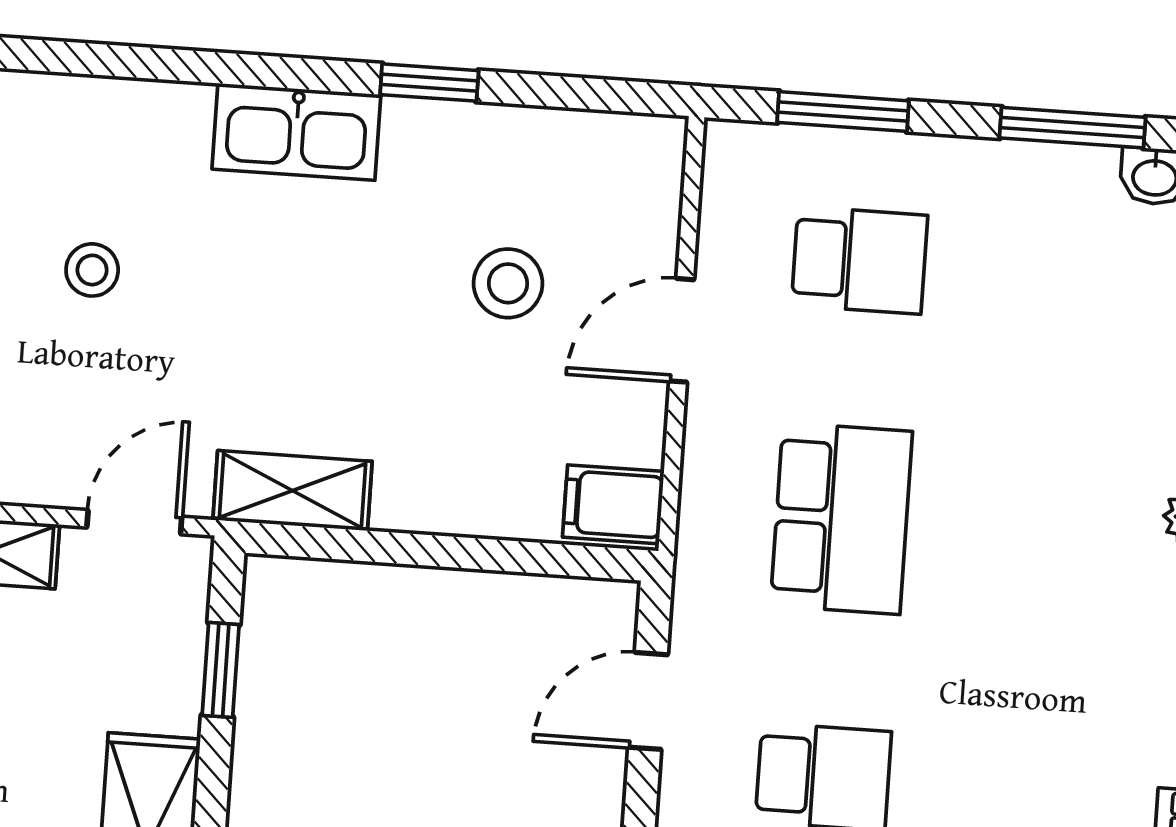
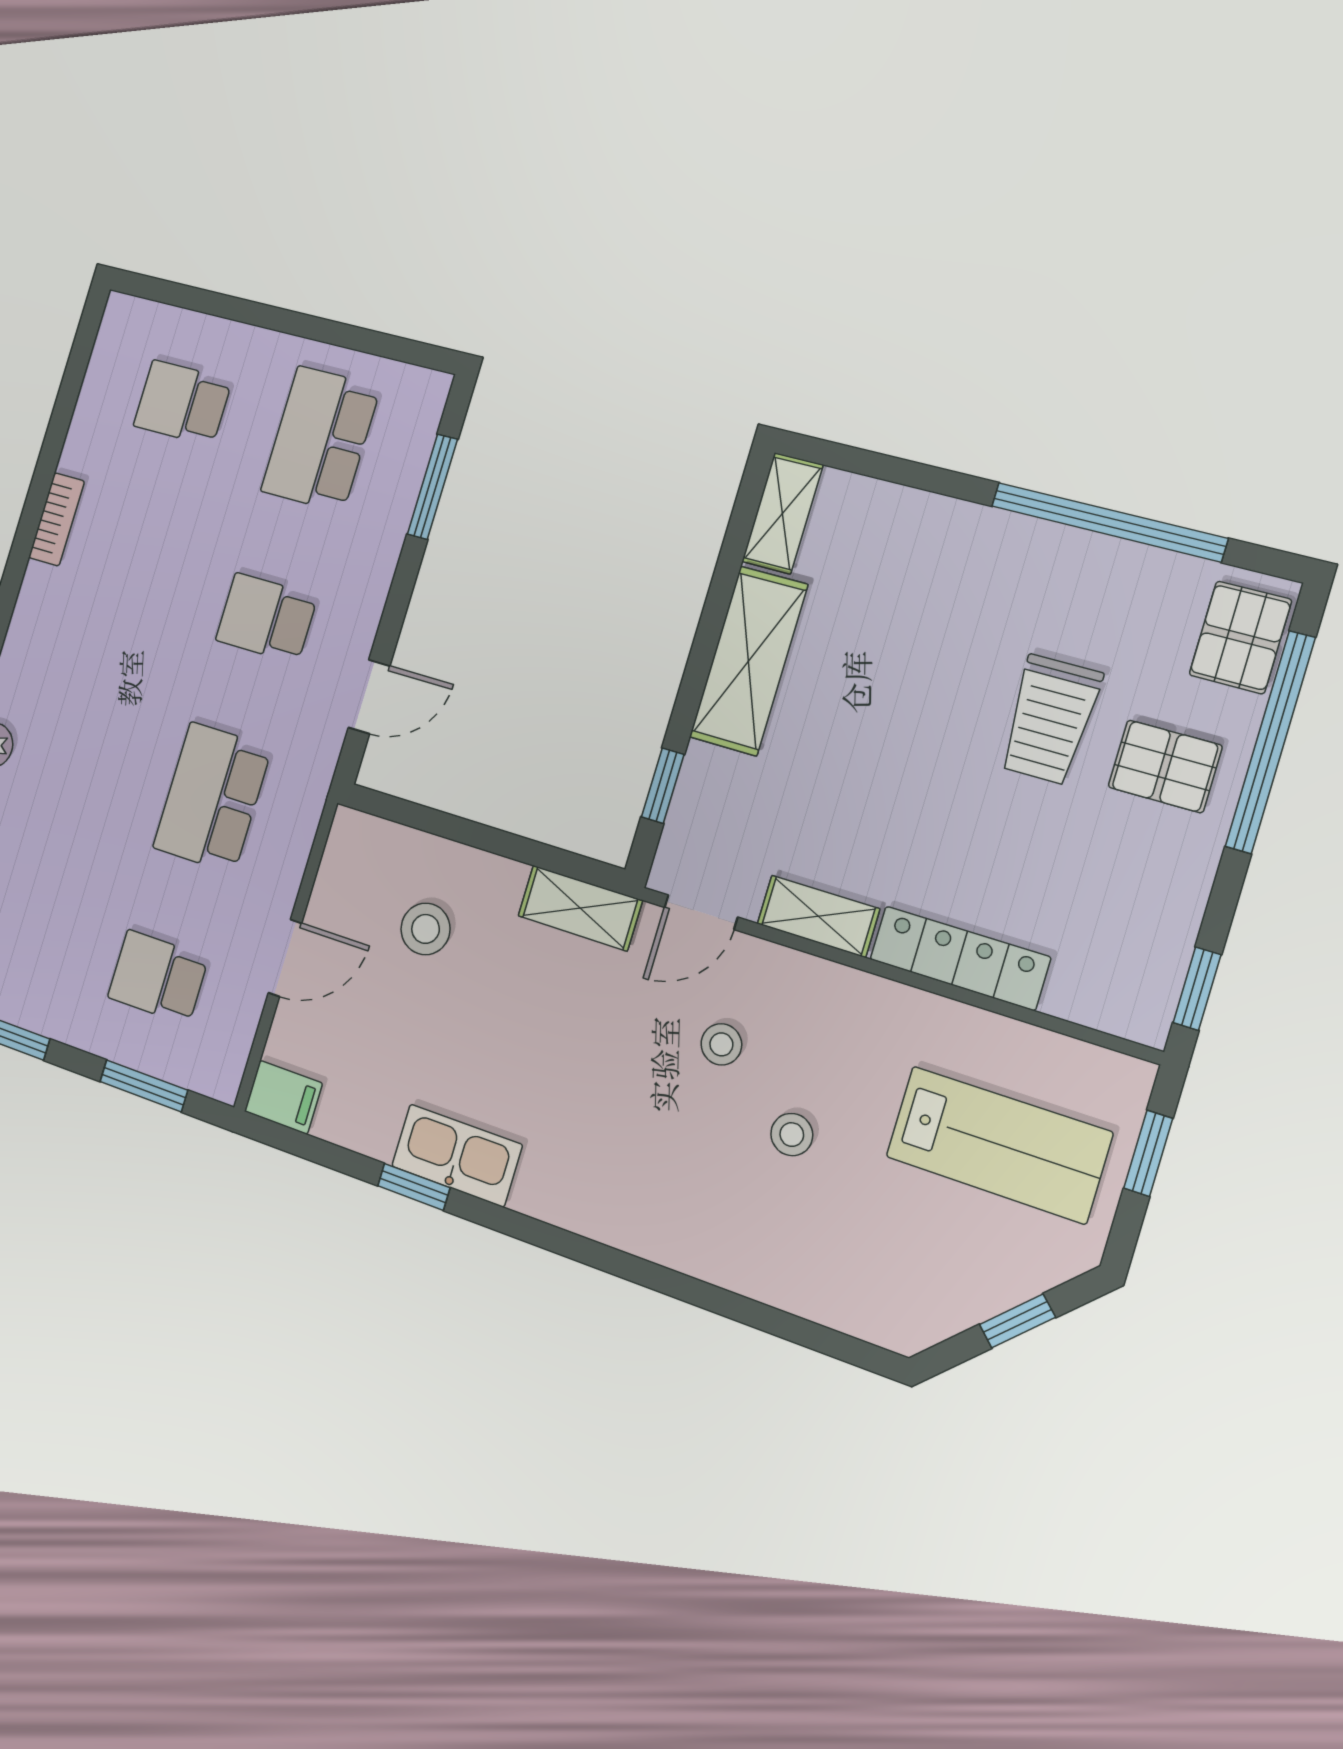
kitchen sink: (296, 132) -> (457, 1155), moved
stool: (92, 270) -> (721, 1044), moved
stool: (508, 283) -> (425, 929), moved
filing cabinet: (613, 504) -> (283, 1097), moved

